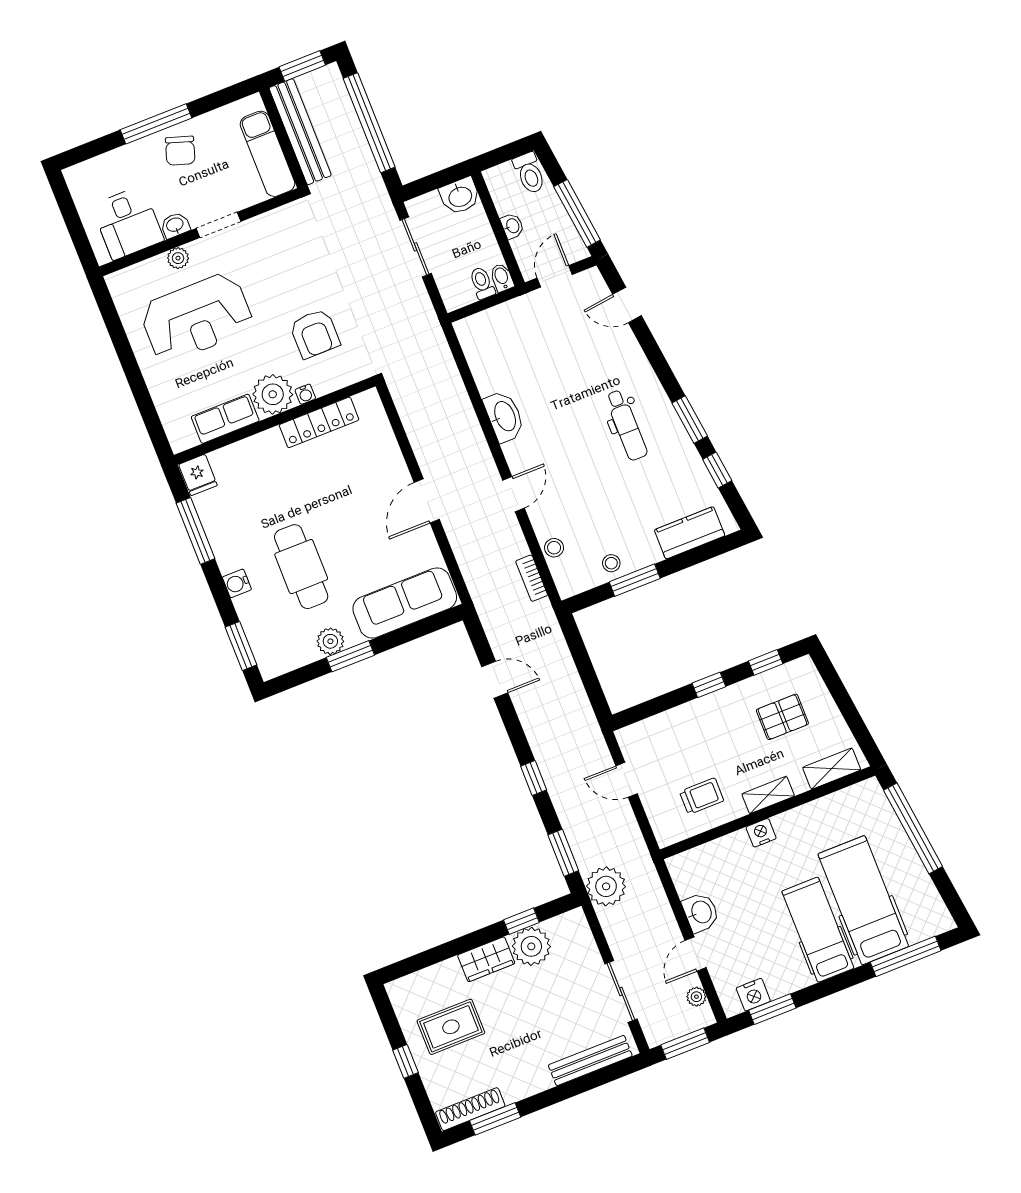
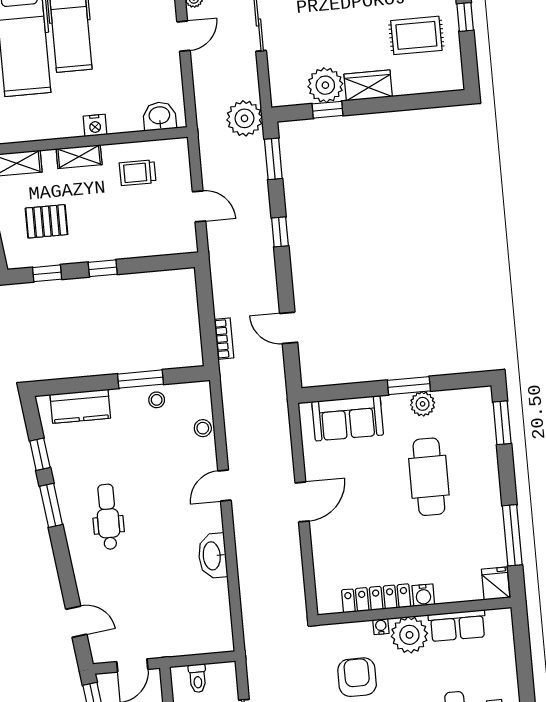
bidet: (502, 277) -> (179, 678), removed
bookcase: (532, 578) -> (224, 339), moved
water cooler: (237, 583) -> (423, 595), moved, turned 90
sofa: (405, 603) -> (348, 418), width x0.73
washbasin: (701, 912) -> (160, 116), moved, turned 90

